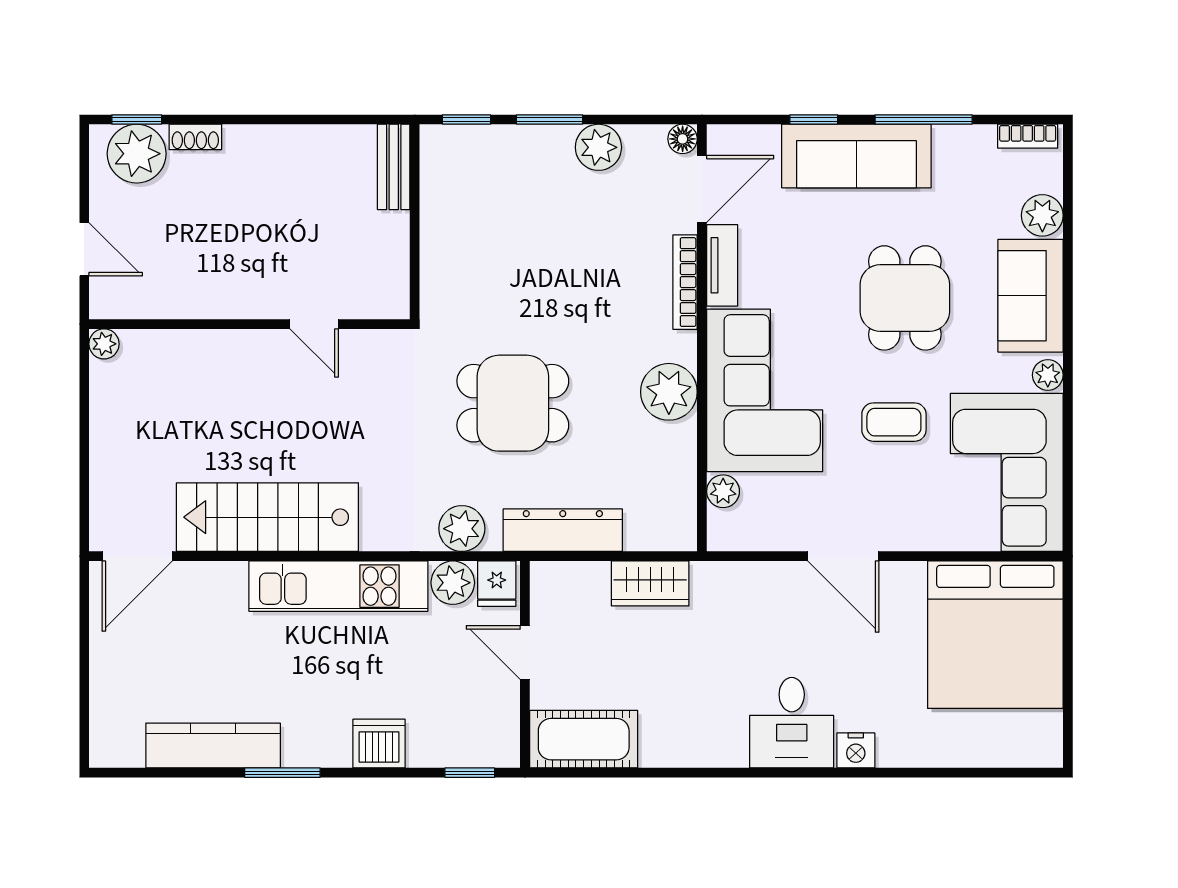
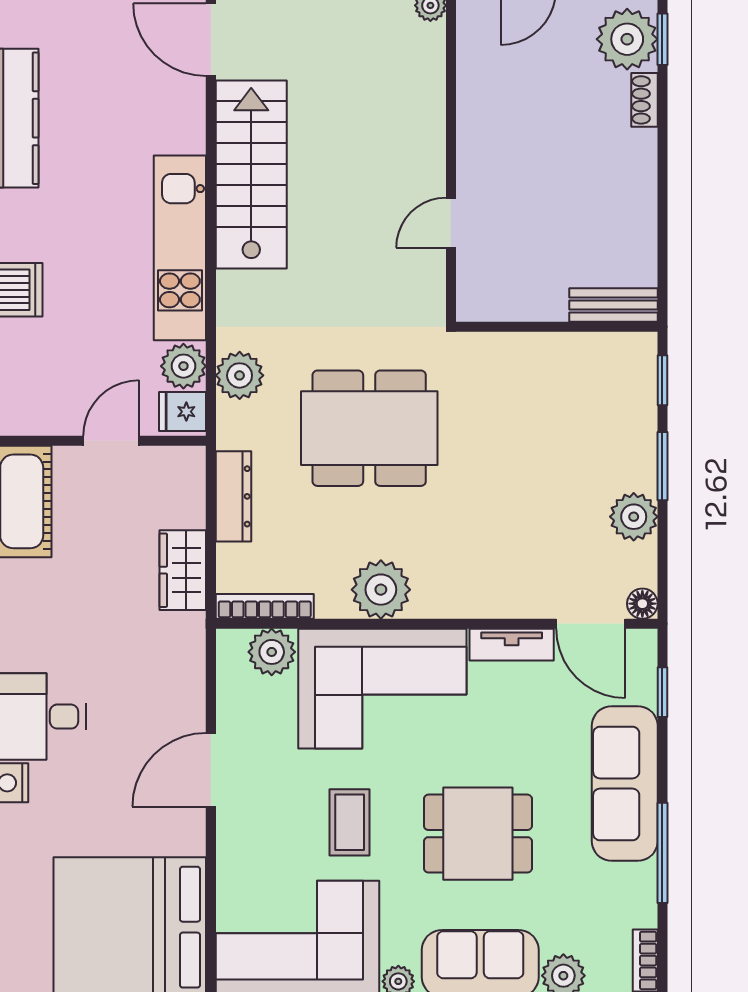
window: (814, 119) -> (662, 692), moved
bookcase: (685, 282) -> (265, 606), moved
dining table: (513, 403) -> (369, 428), width x1.38
plant: (723, 491) -> (272, 652), width x1.38, depth x1.38
dresser: (563, 530) -> (233, 496), width x0.73, depth x0.80

